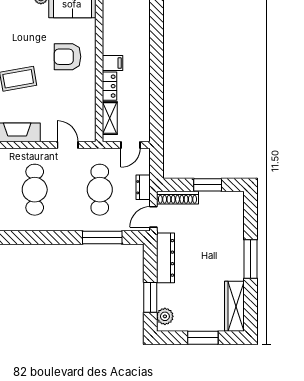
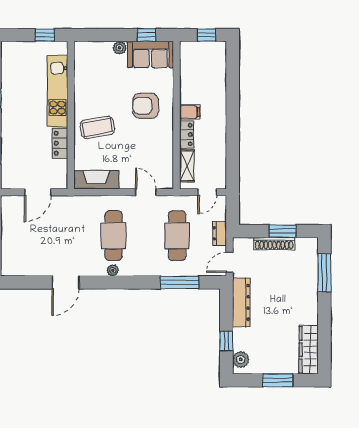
shoe rack: (177, 198) -> (274, 244), moved
plant: (34, 225) -> (113, 270), added
window: (250, 259) -> (324, 273), moved
window: (150, 297) -> (226, 341), width x0.67

